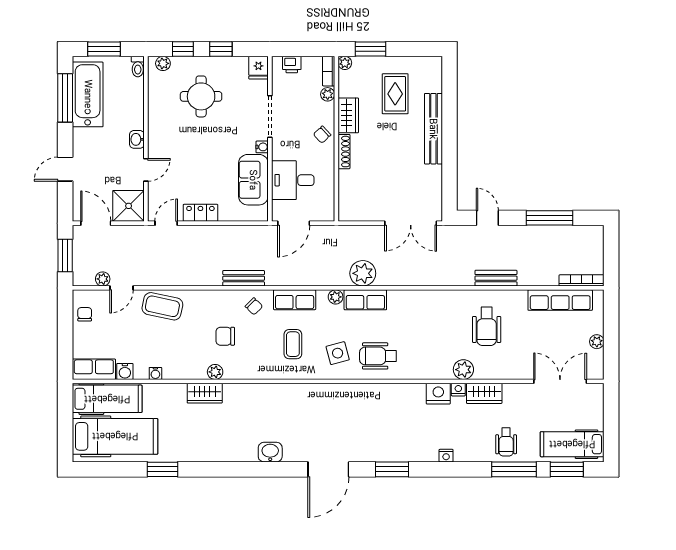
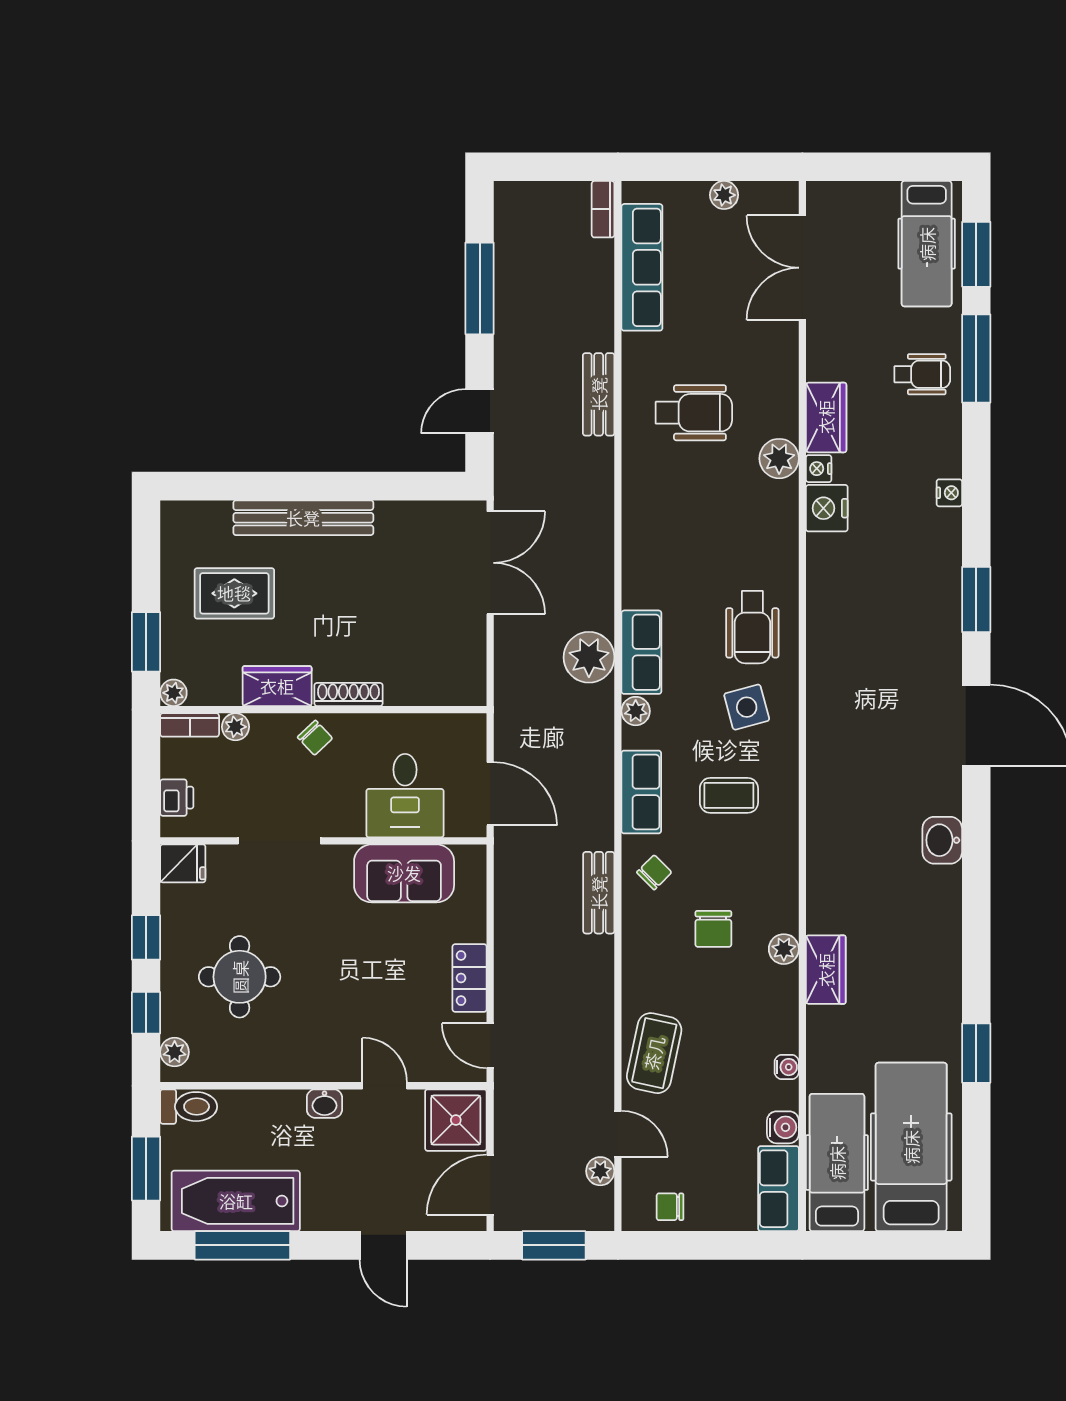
toilet: (138, 67) -> (189, 1107), width x1.37, depth x1.39
water cooler: (262, 147) -> (339, 856), removed
bookcase: (582, 280) -> (603, 209), width x0.64

